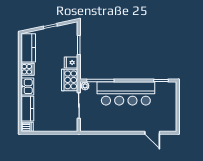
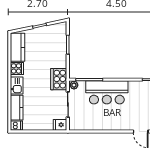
fridge: (71, 63) -> (60, 125), moved
bar counter: (126, 93) -> (107, 92), width x0.73

